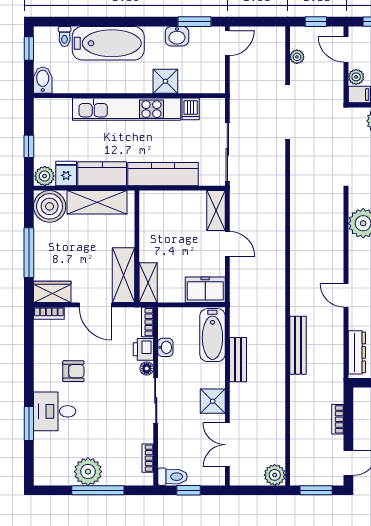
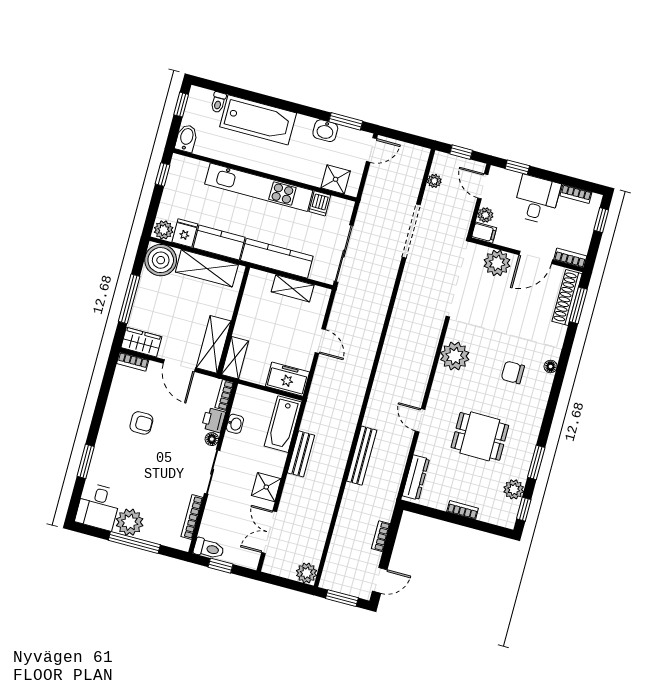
shower: (165, 81) -> (336, 179), moved
window: (29, 146) -> (162, 174), moved
shelving: (216, 210) -> (293, 288), moved, turned 90
desk: (55, 411) -> (98, 507), moved, turned -90
bookcase: (148, 458) -> (192, 517), width x1.56

